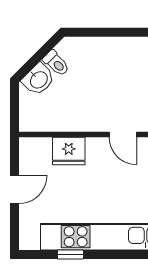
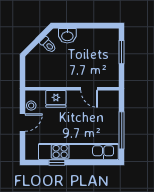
washbasin: (38, 79) -> (67, 36), moved, turned 45
stool: (29, 162) -> (31, 106), added

